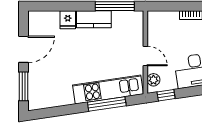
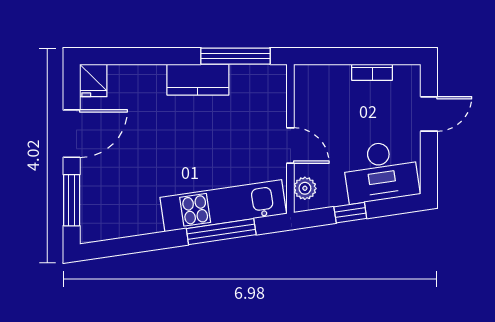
fridge: (68, 20) -> (93, 80), moved
window: (166, 95) -> (350, 213), moved

